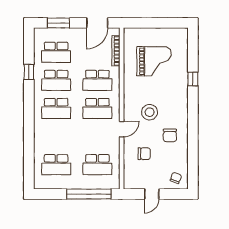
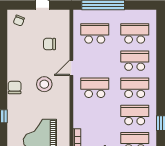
school desk: (97, 80) -> (135, 61), moved
chair: (170, 135) -> (15, 87), moved

